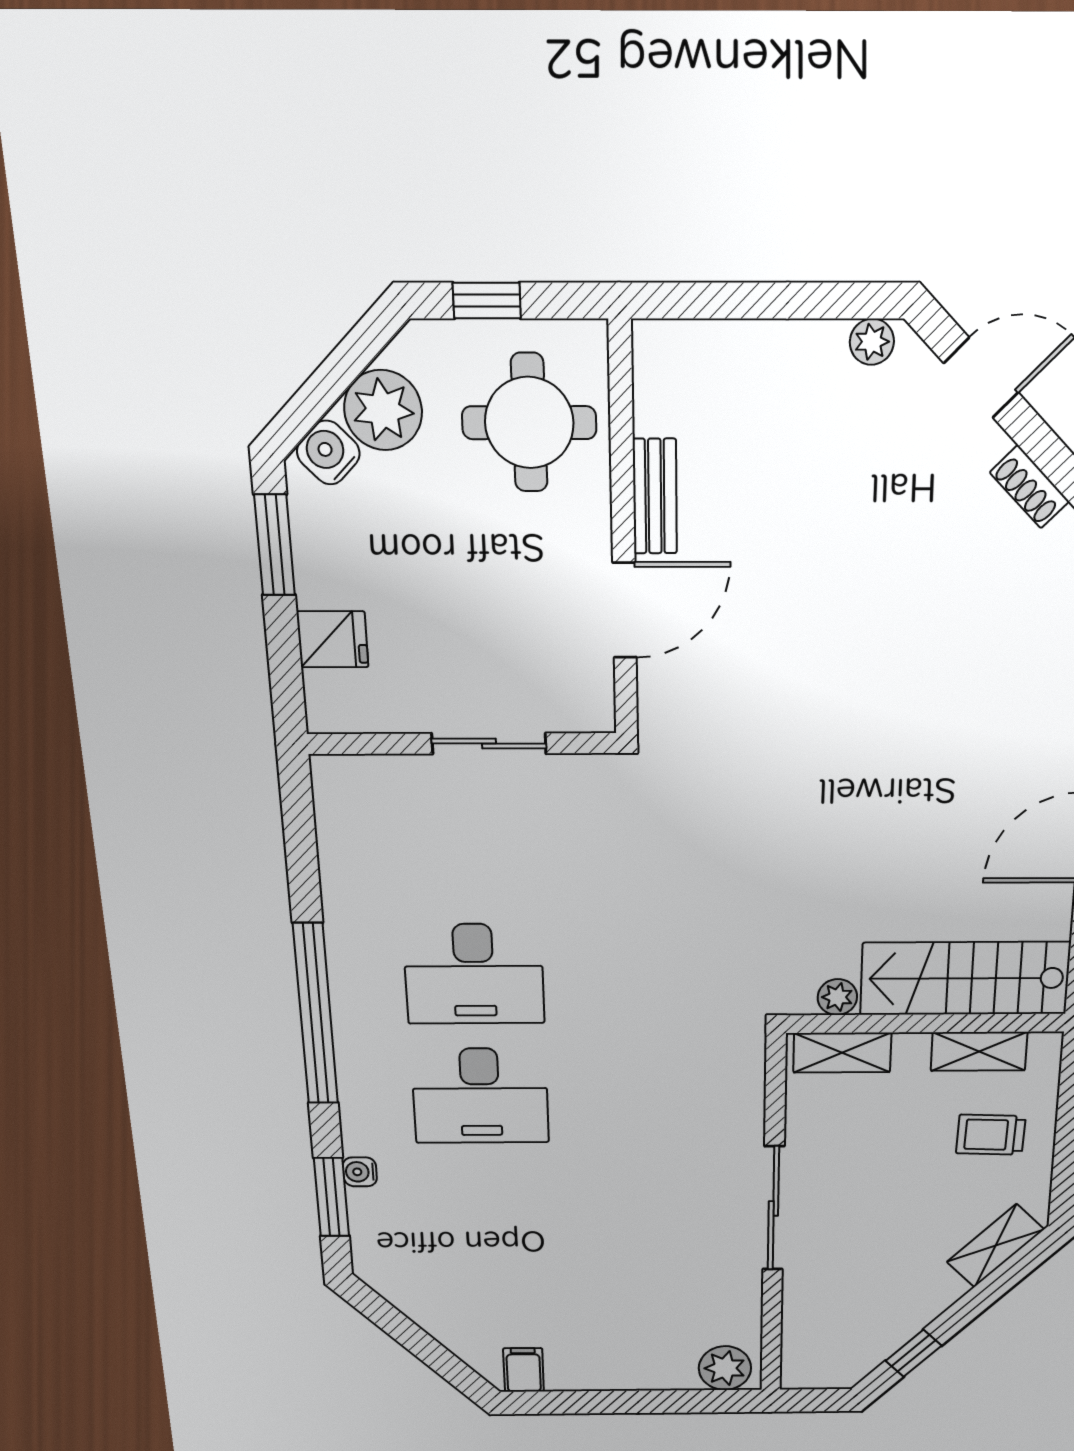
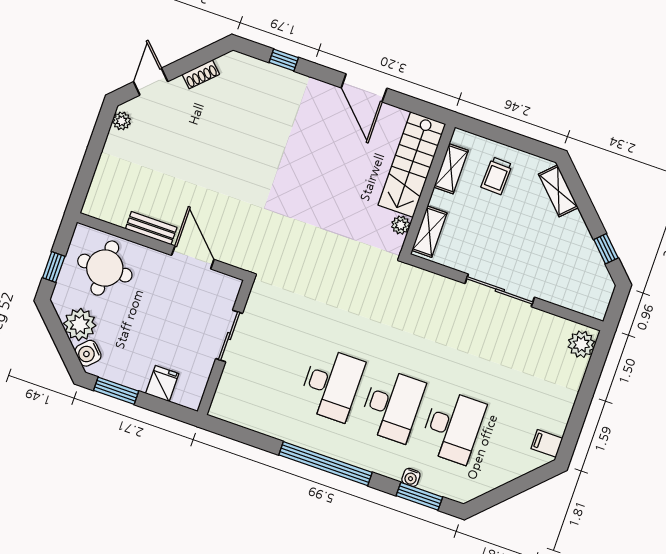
desk: (486, 1211) -> (453, 427), added

